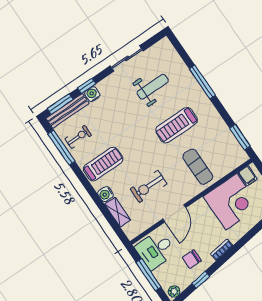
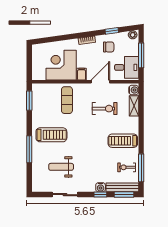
treadmill: (177, 125) -> (51, 135), moved
filing cabinet: (248, 176) -> (82, 74), moved
water cooler: (106, 194) -> (134, 90), moved

